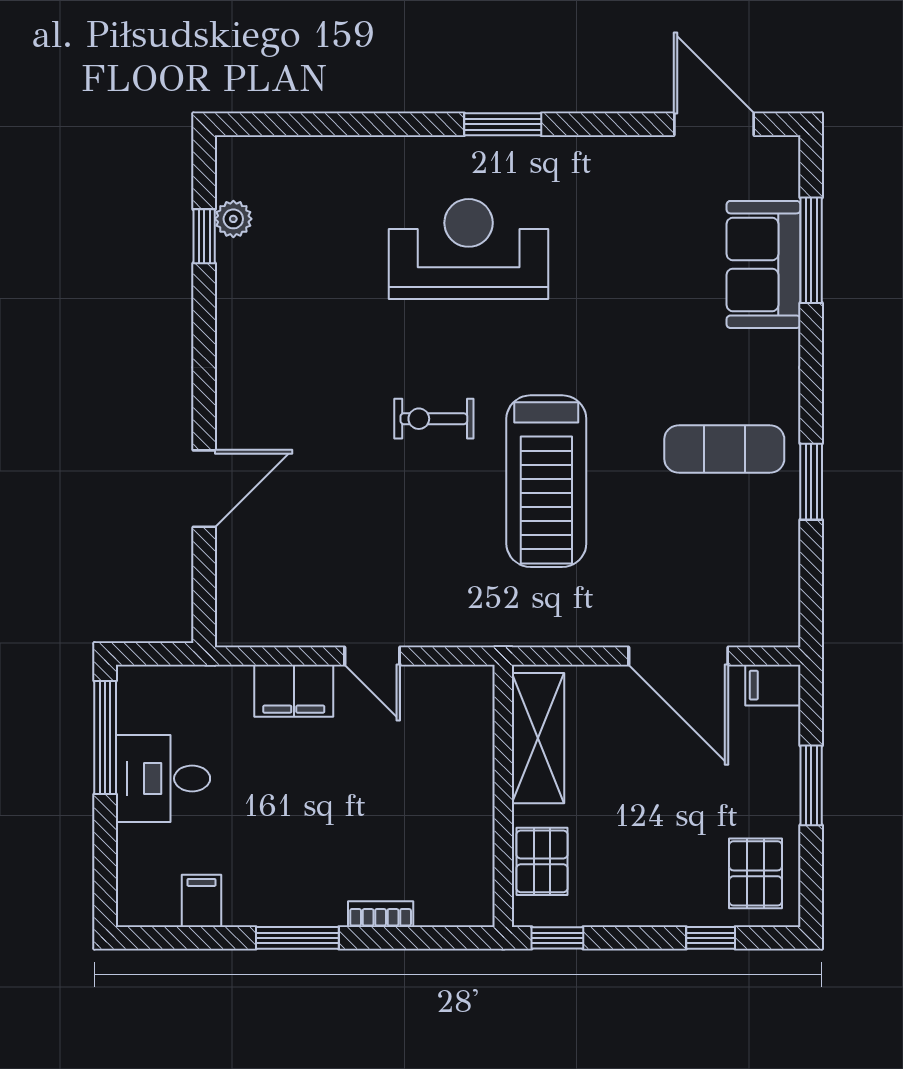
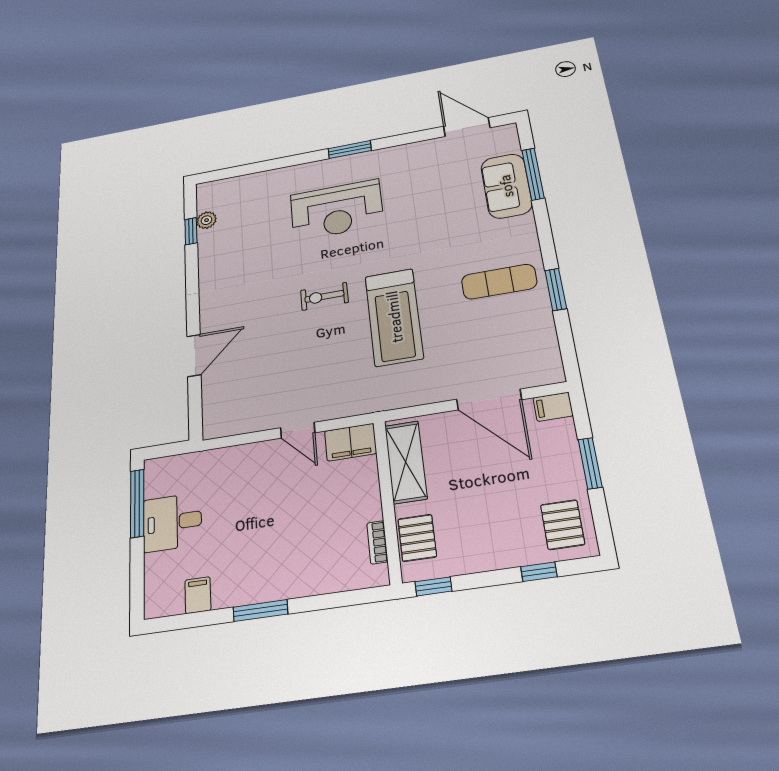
reception desk: (469, 249) -> (337, 210), turned 180
filing cabinet: (294, 691) -> (351, 442), moved
bookcase: (381, 914) -> (377, 542), moved, turned -90

